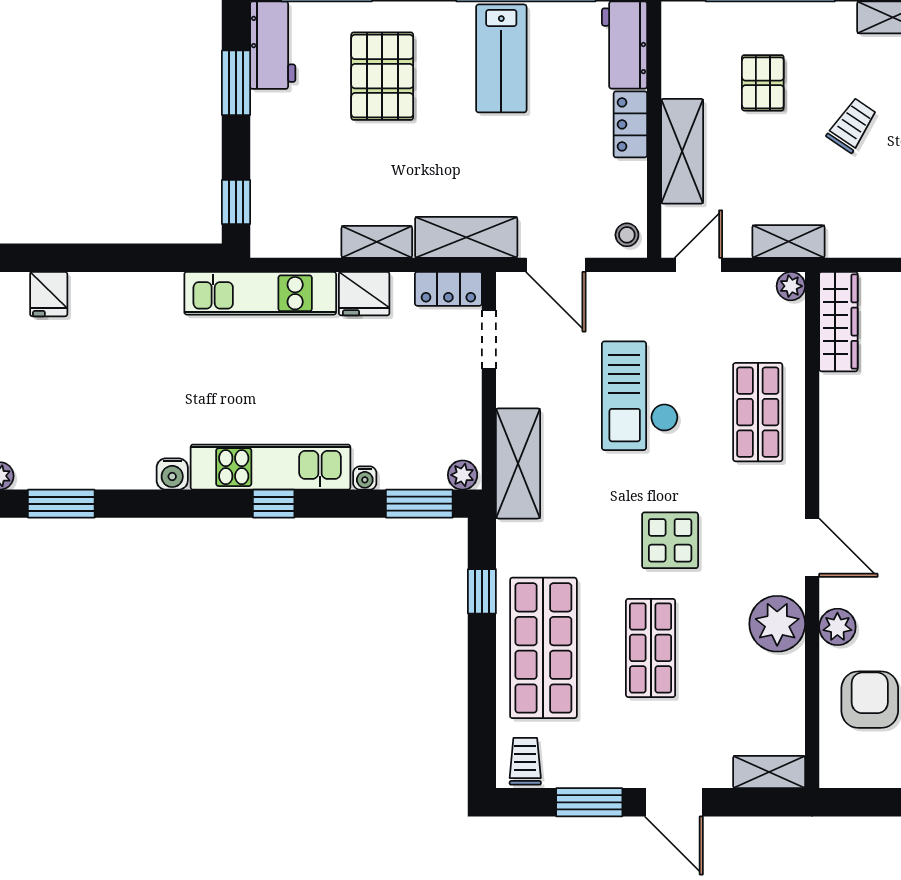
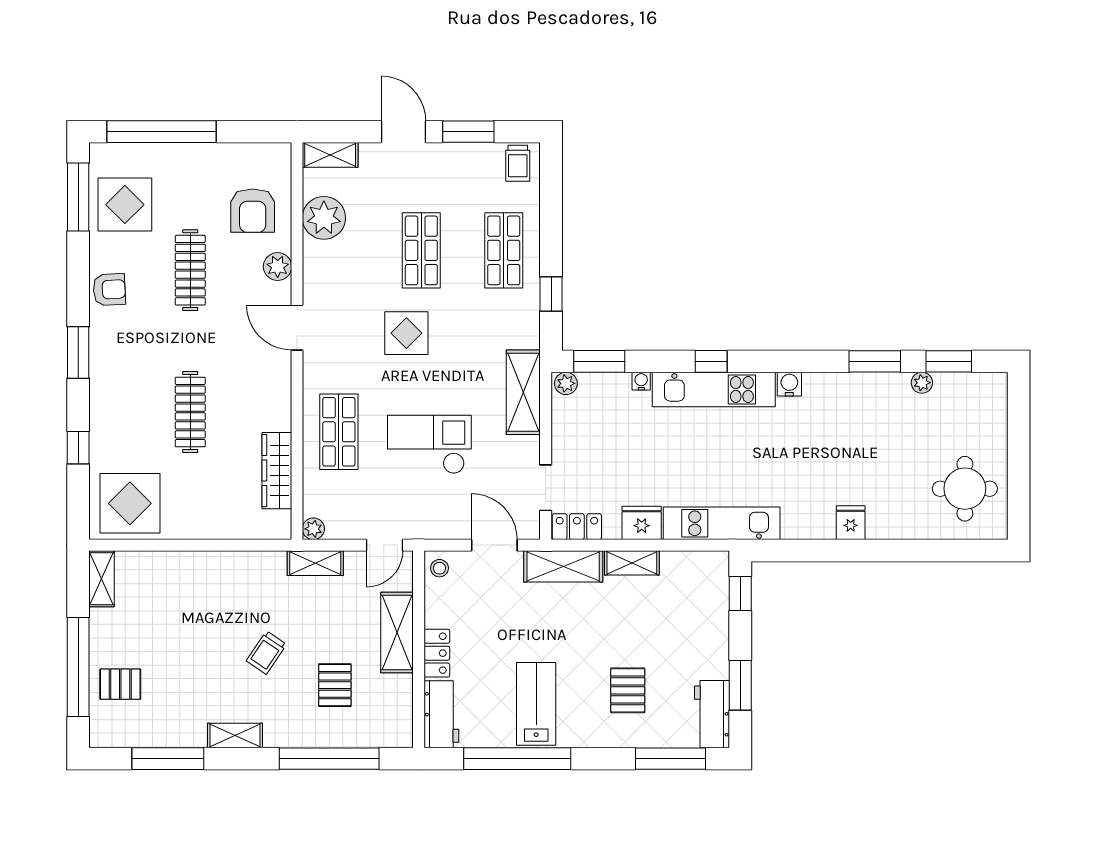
pallet: (382, 76) -> (628, 690), width x0.67, depth x0.71
fridge: (49, 294) -> (851, 523), moved
wardrobe: (838, 322) -> (277, 471), moved
checkout: (640, 396) -> (429, 444), turned -90
plant: (777, 624) -> (324, 218), moved
shop shelf: (543, 648) -> (504, 250), width x0.70, depth x0.74

